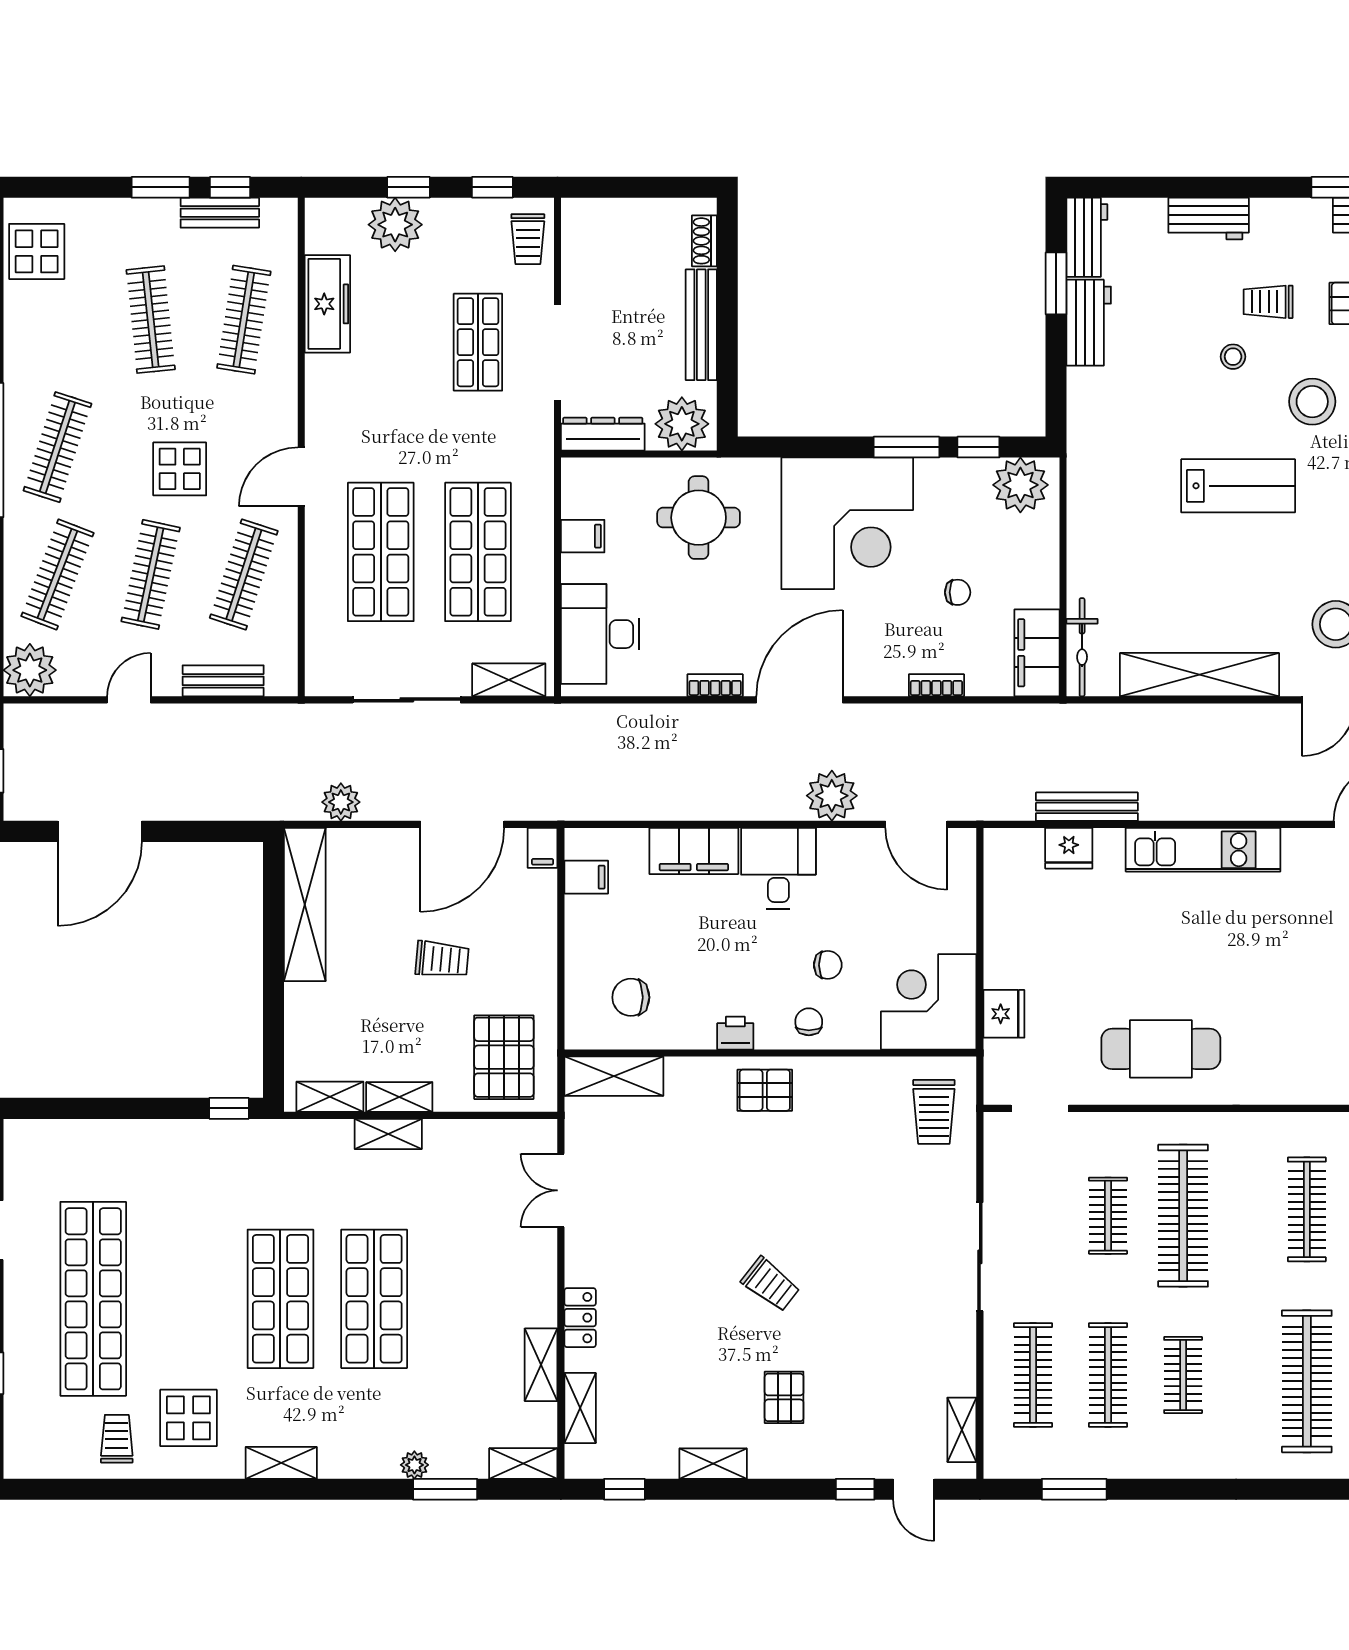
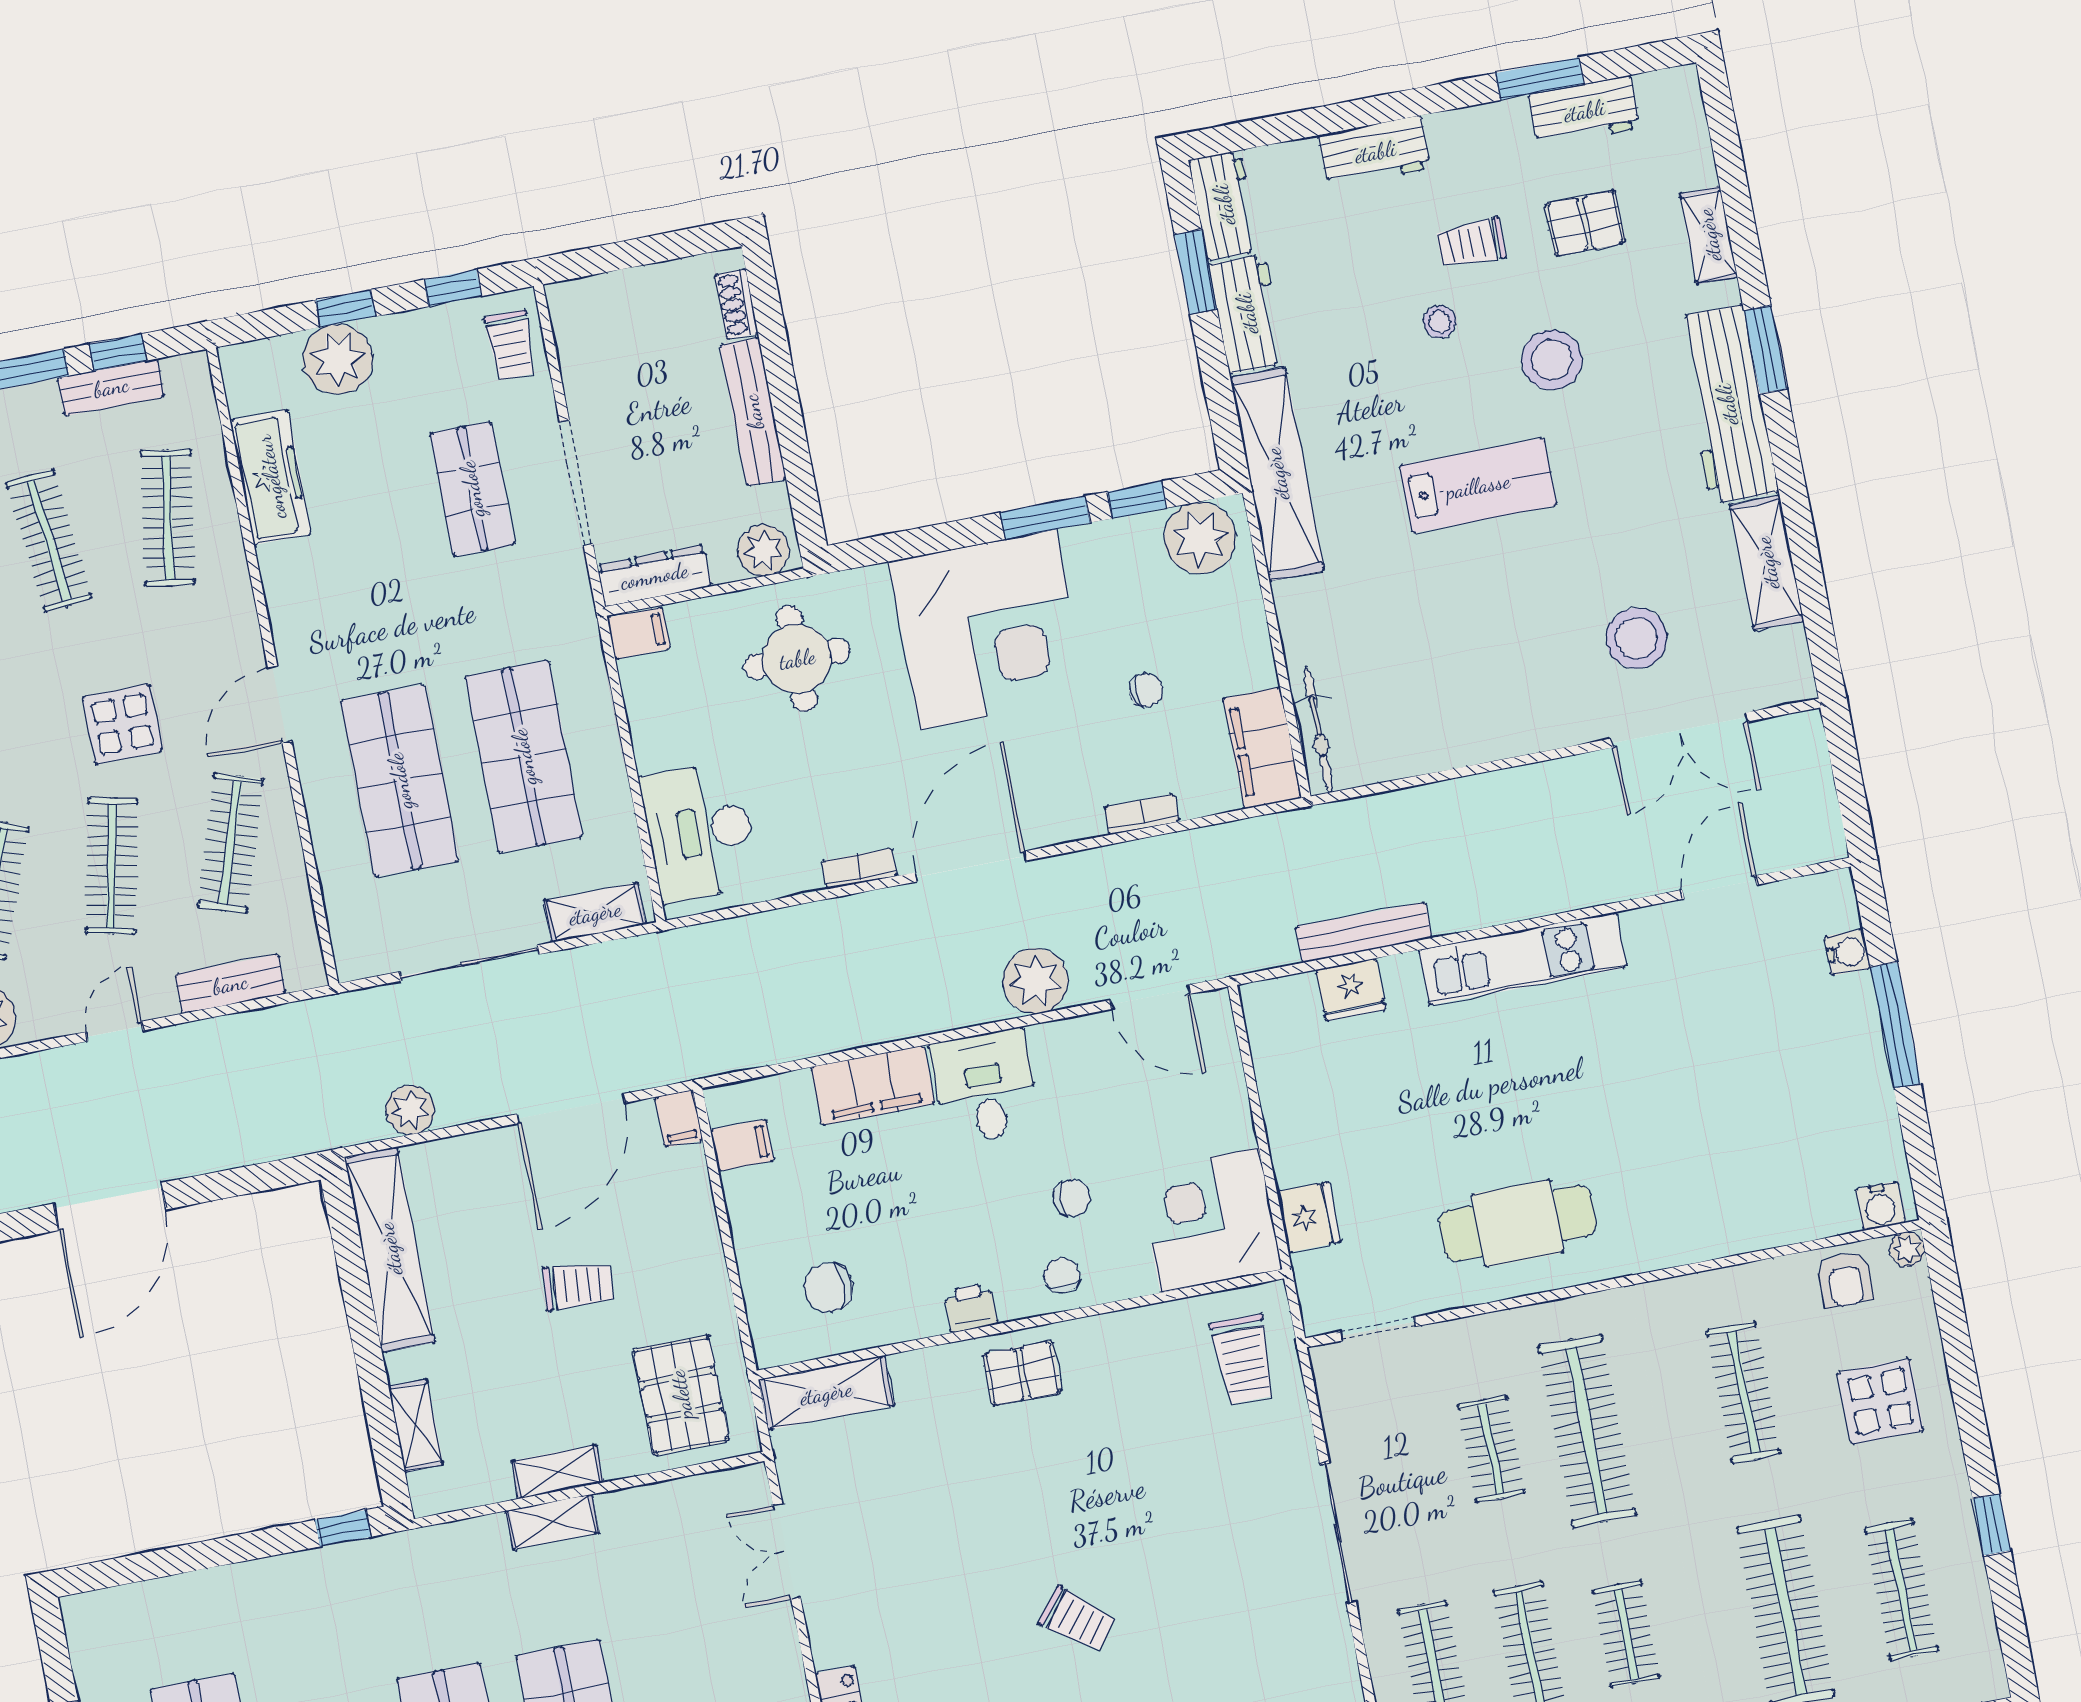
plant: (682, 424) -> (763, 550), width x0.73, depth x0.73
filing cabinet: (583, 536) -> (639, 633), moved
shelving: (1199, 675) -> (1277, 474), moved, turned 90
shelving: (330, 1097) -> (416, 1425), moved, turned 90

